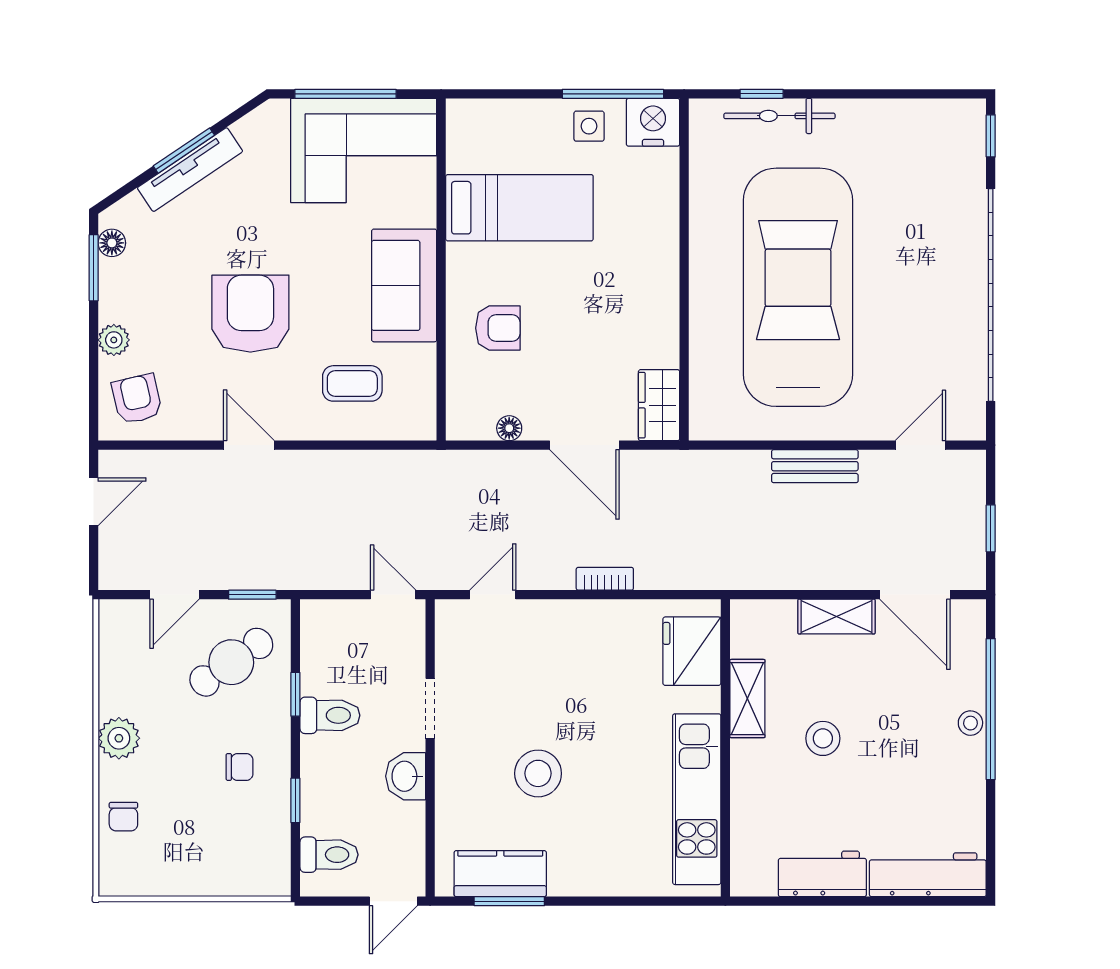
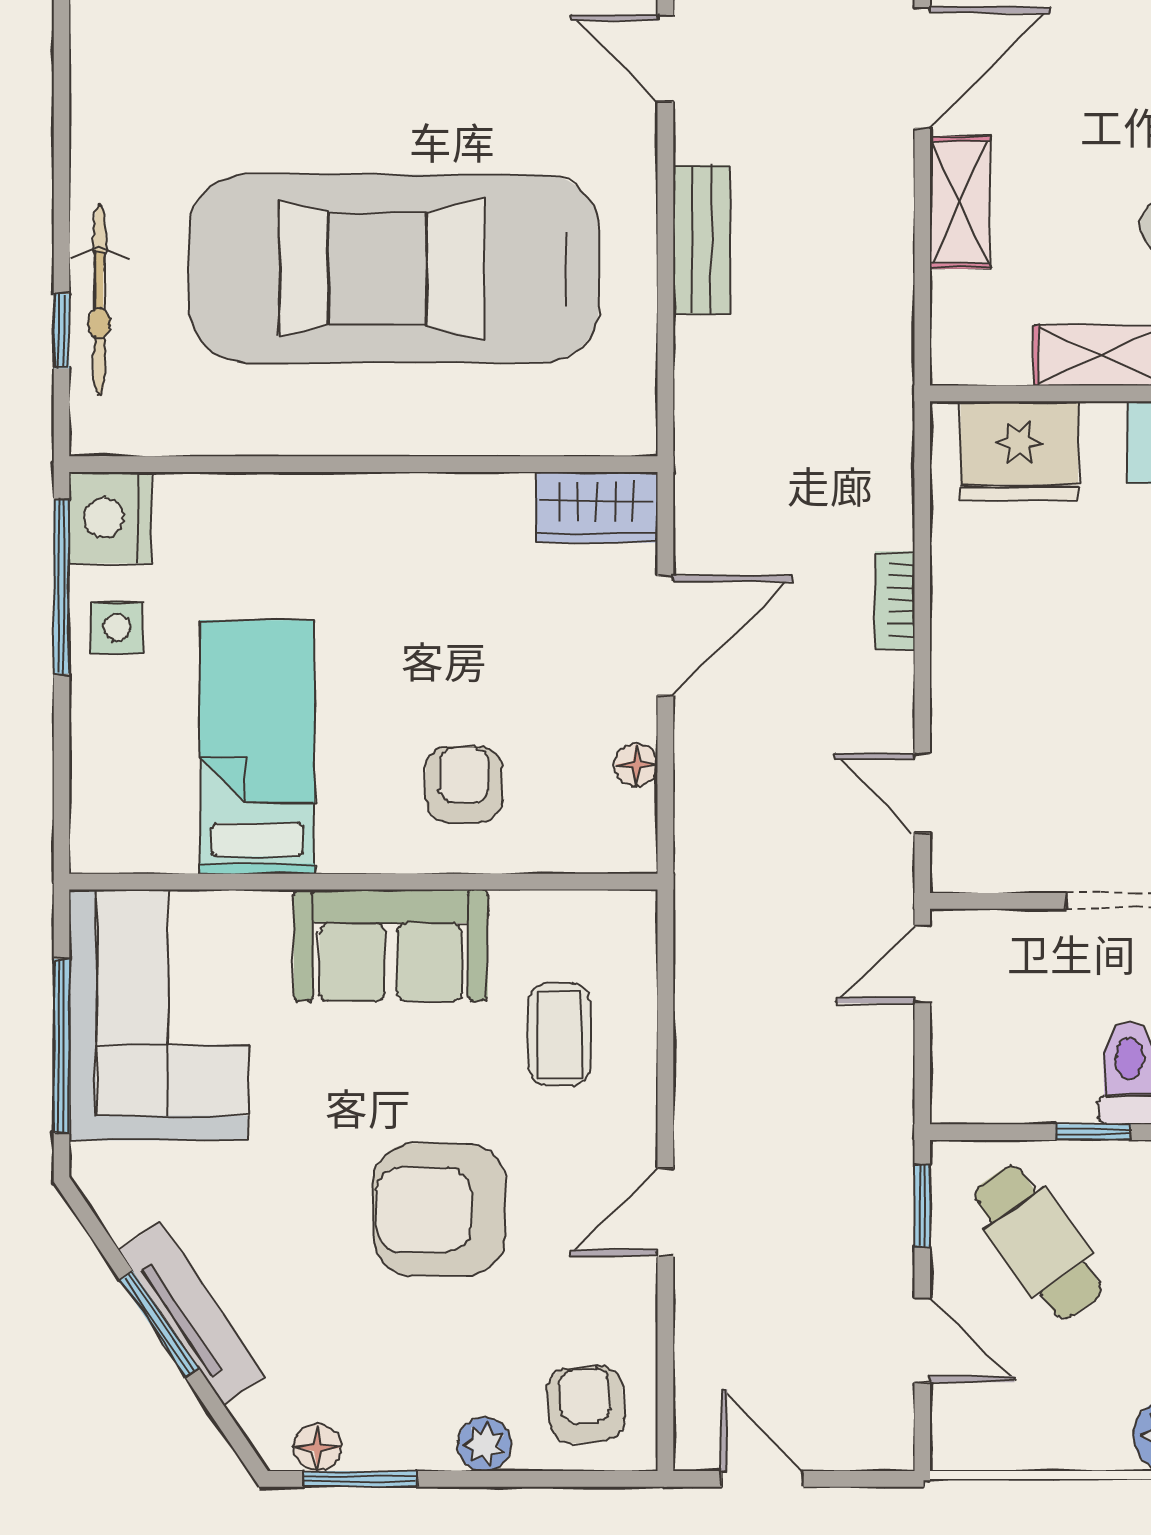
armchair: (137, 399) -> (586, 1405), turned 98

